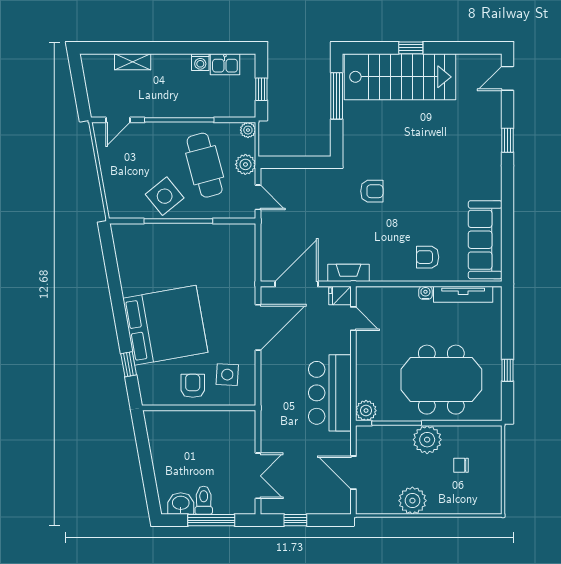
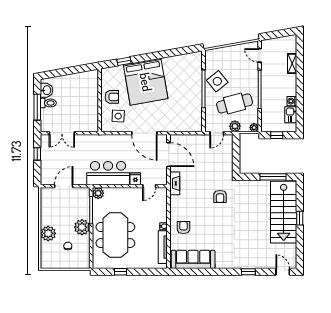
fridge: (340, 296) -> (135, 179), moved
plant: (412, 501) -> (48, 233), moved

